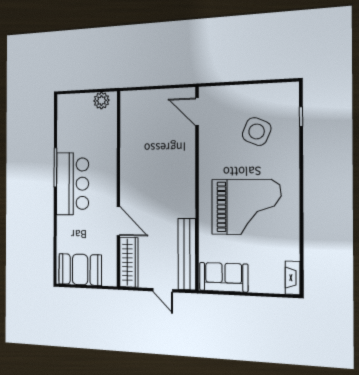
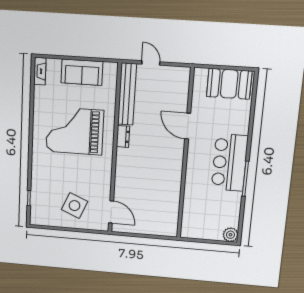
plant: (101, 101) -> (231, 235), moved
side table: (257, 131) -> (74, 206), moved
dresser: (188, 204) -> (123, 136), added
wardrobe: (129, 262) -> (181, 89), removed
sofa: (224, 277) -> (82, 72), moved

